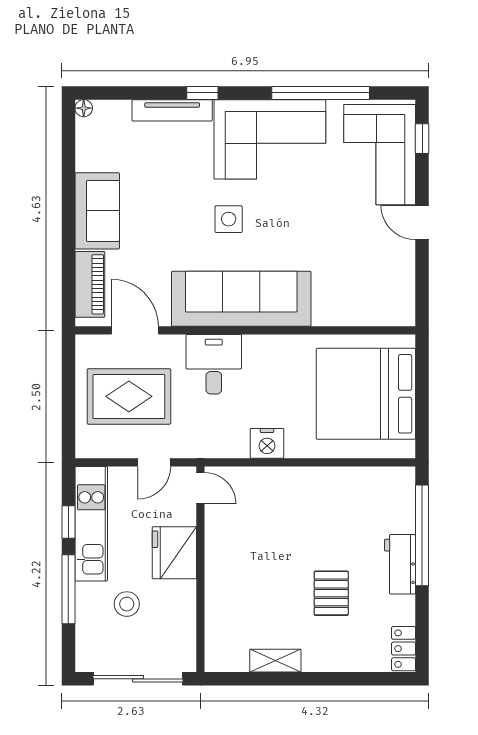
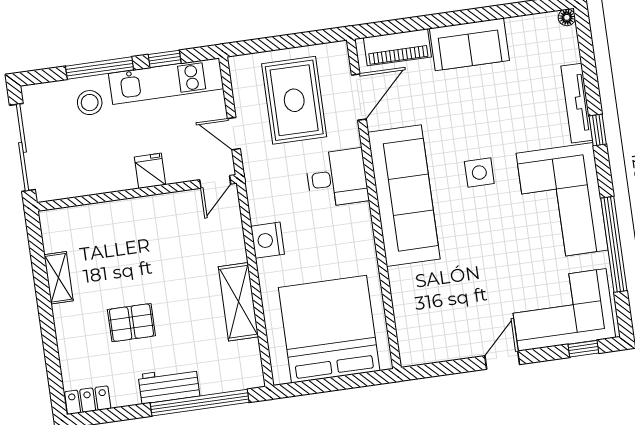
shelving: (325, 482) -> (238, 302), added
fridge: (174, 553) -> (150, 171), width x0.53, depth x0.75
stool: (127, 604) -> (90, 103), moved

